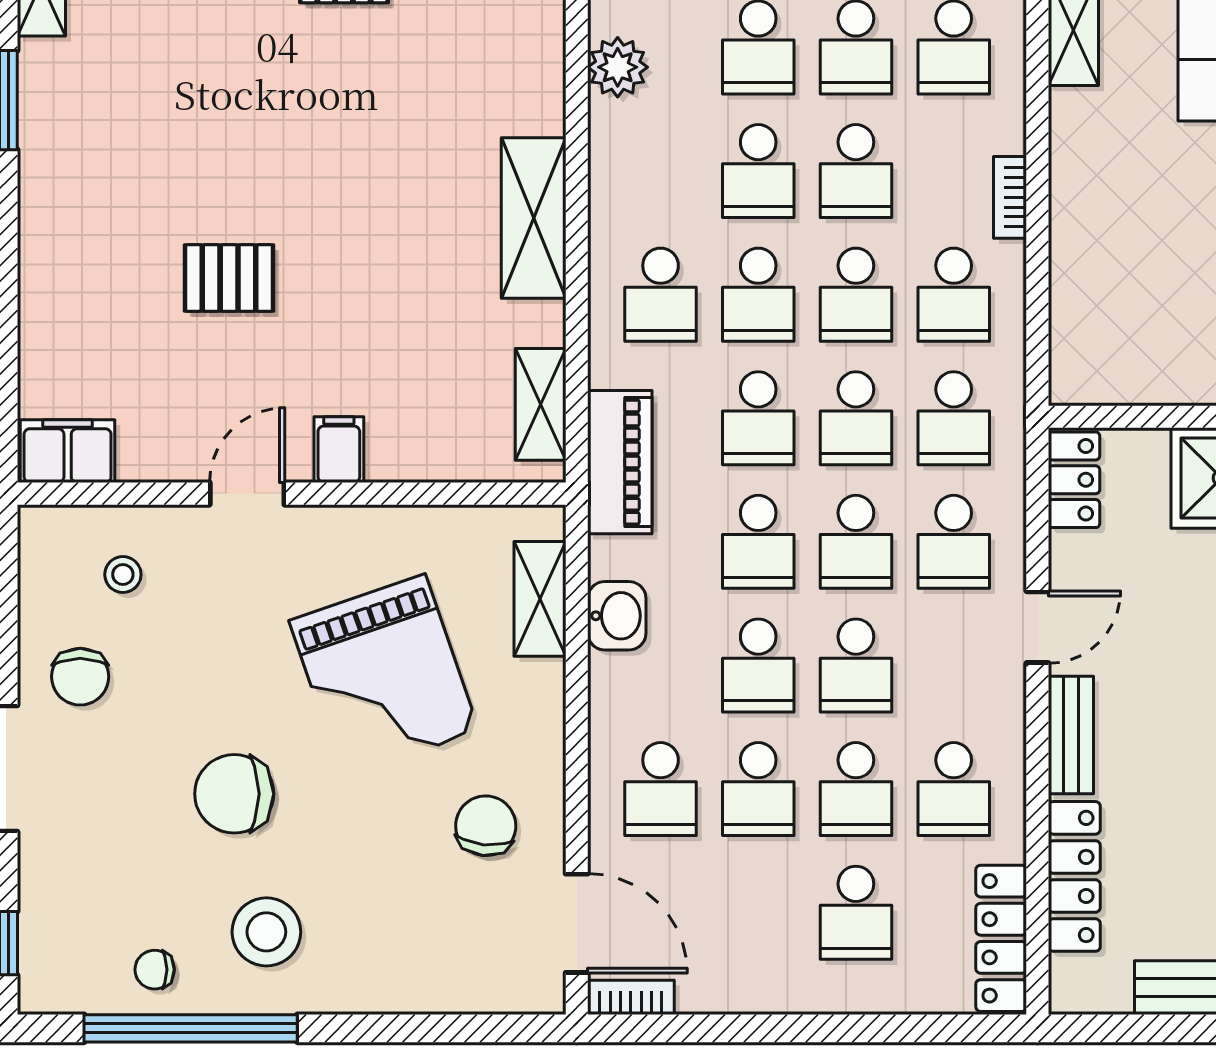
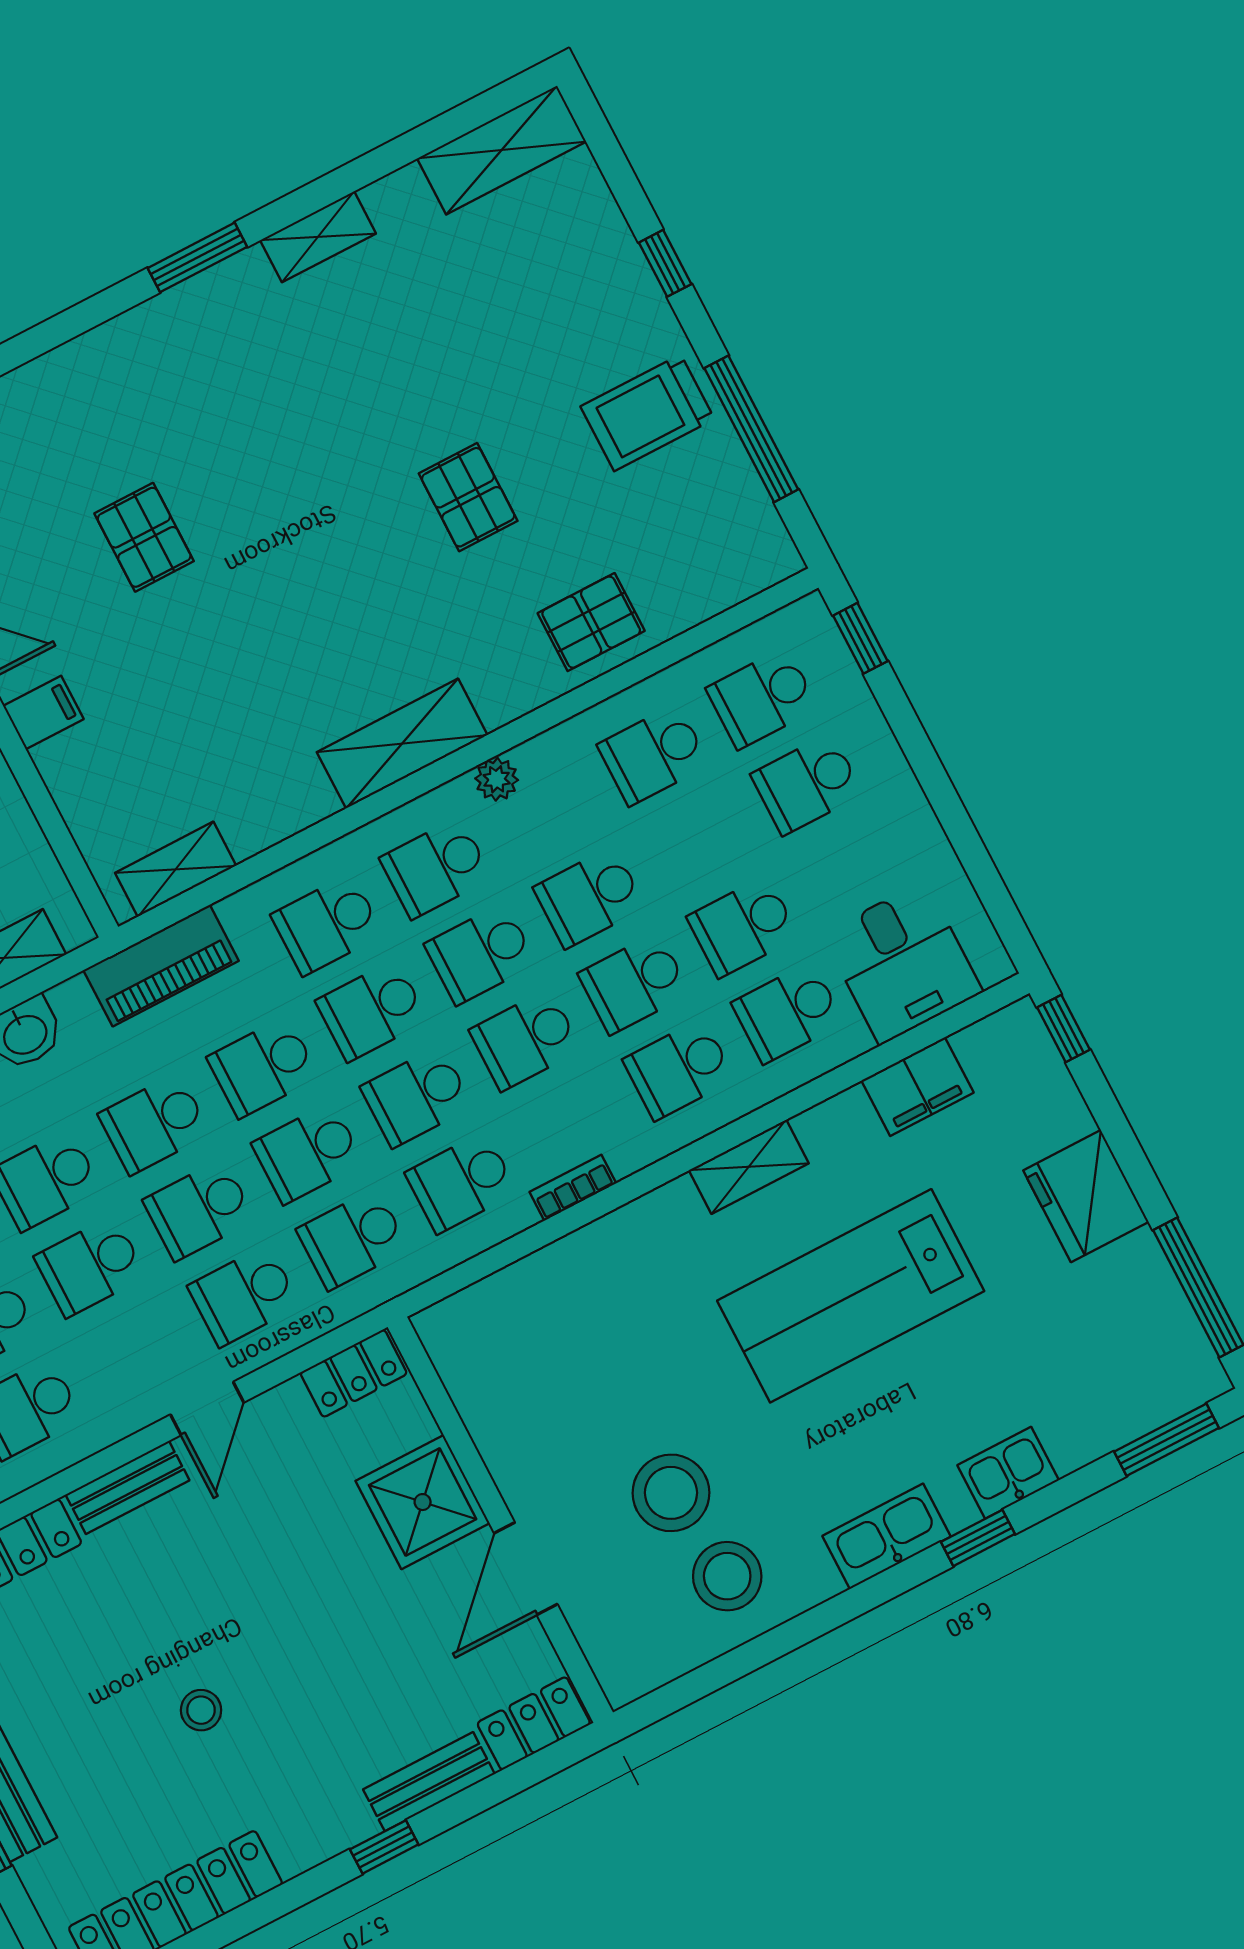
plant: (618, 67) -> (497, 779), width x0.73, depth x0.73
school desk: (661, 171) -> (436, 868), added
shelving: (534, 218) -> (402, 744), moved
door: (1037, 627) -> (207, 1409), hinge flipped

